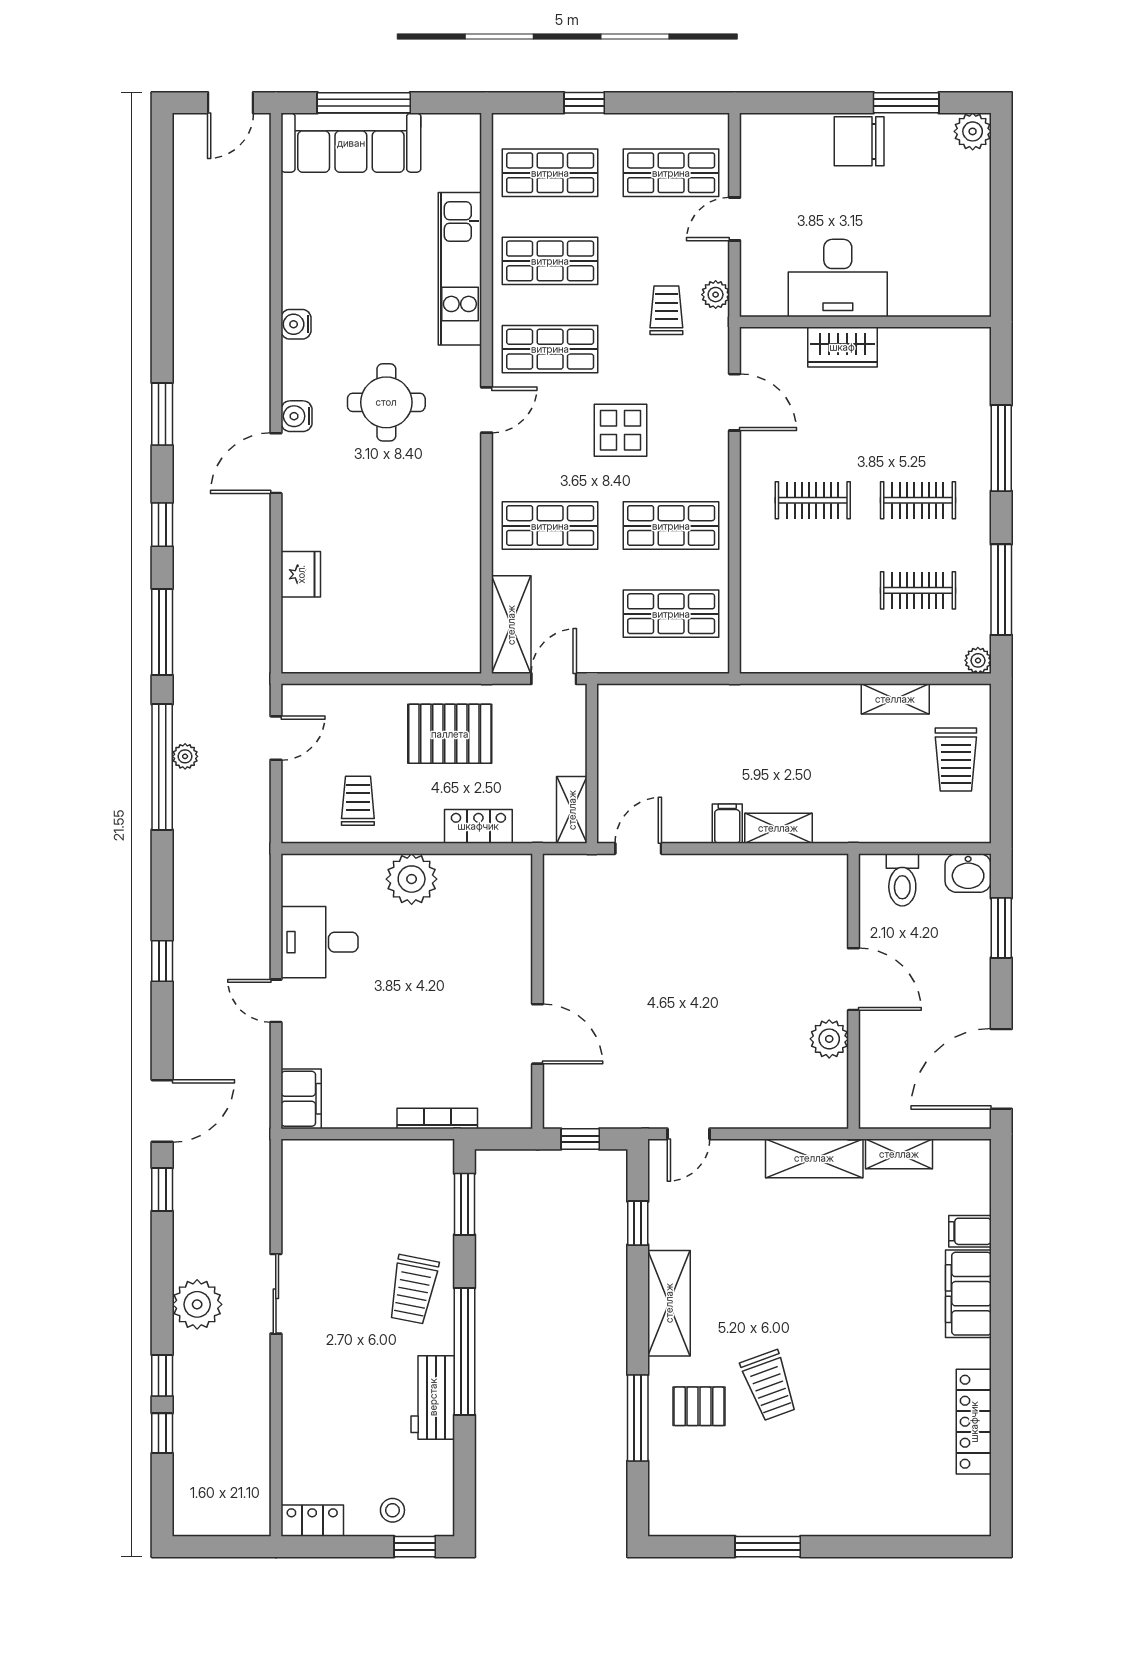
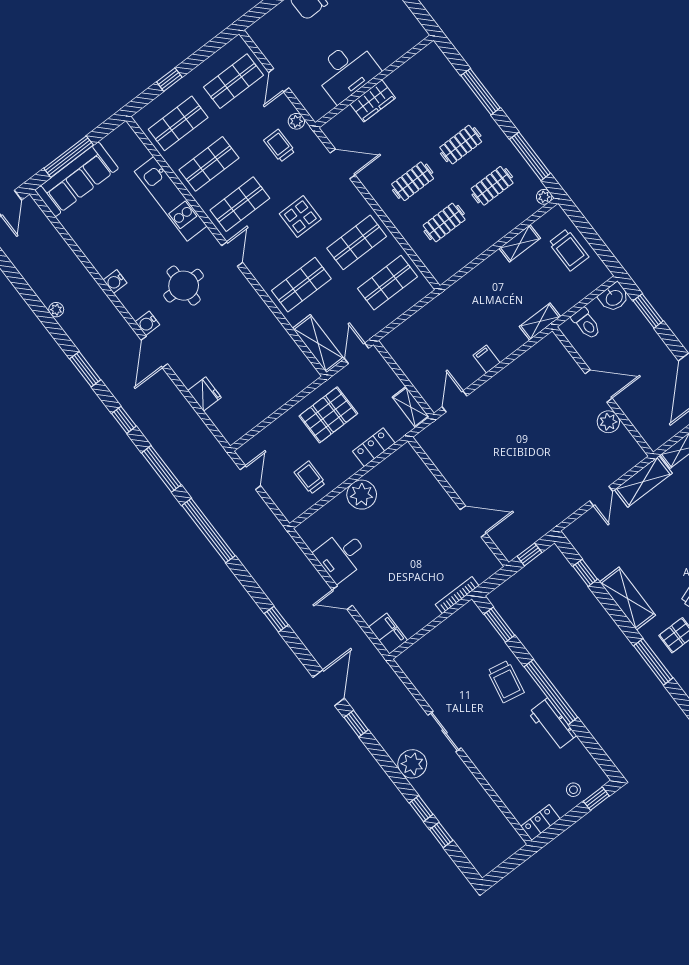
clothes rail: (813, 590) -> (444, 222), added
plant: (185, 756) -> (56, 310), moved
shelving: (778, 828) -> (540, 322), moved
door: (689, 1134) -> (601, 496), moved

